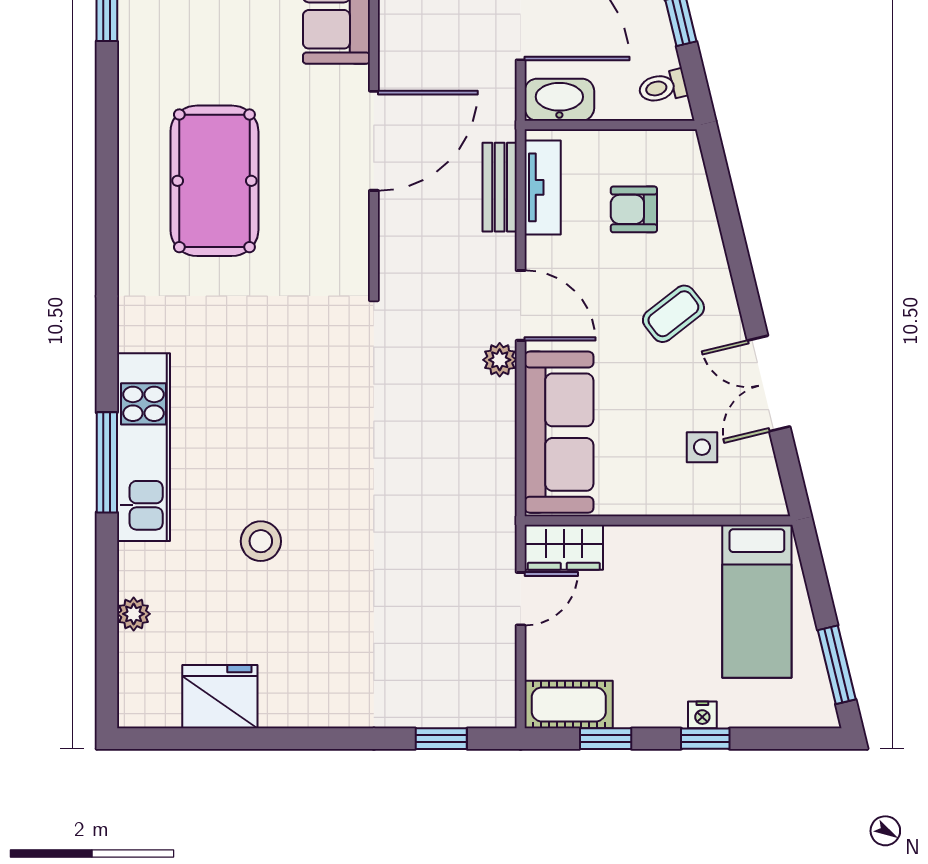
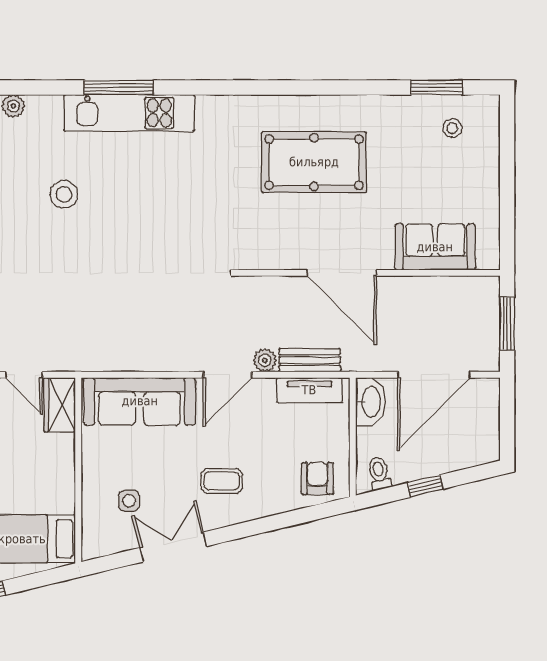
armchair: (634, 209) -> (317, 478), moved
coffee table: (673, 314) -> (222, 481), turned -52
plant: (500, 360) -> (265, 360), moved

